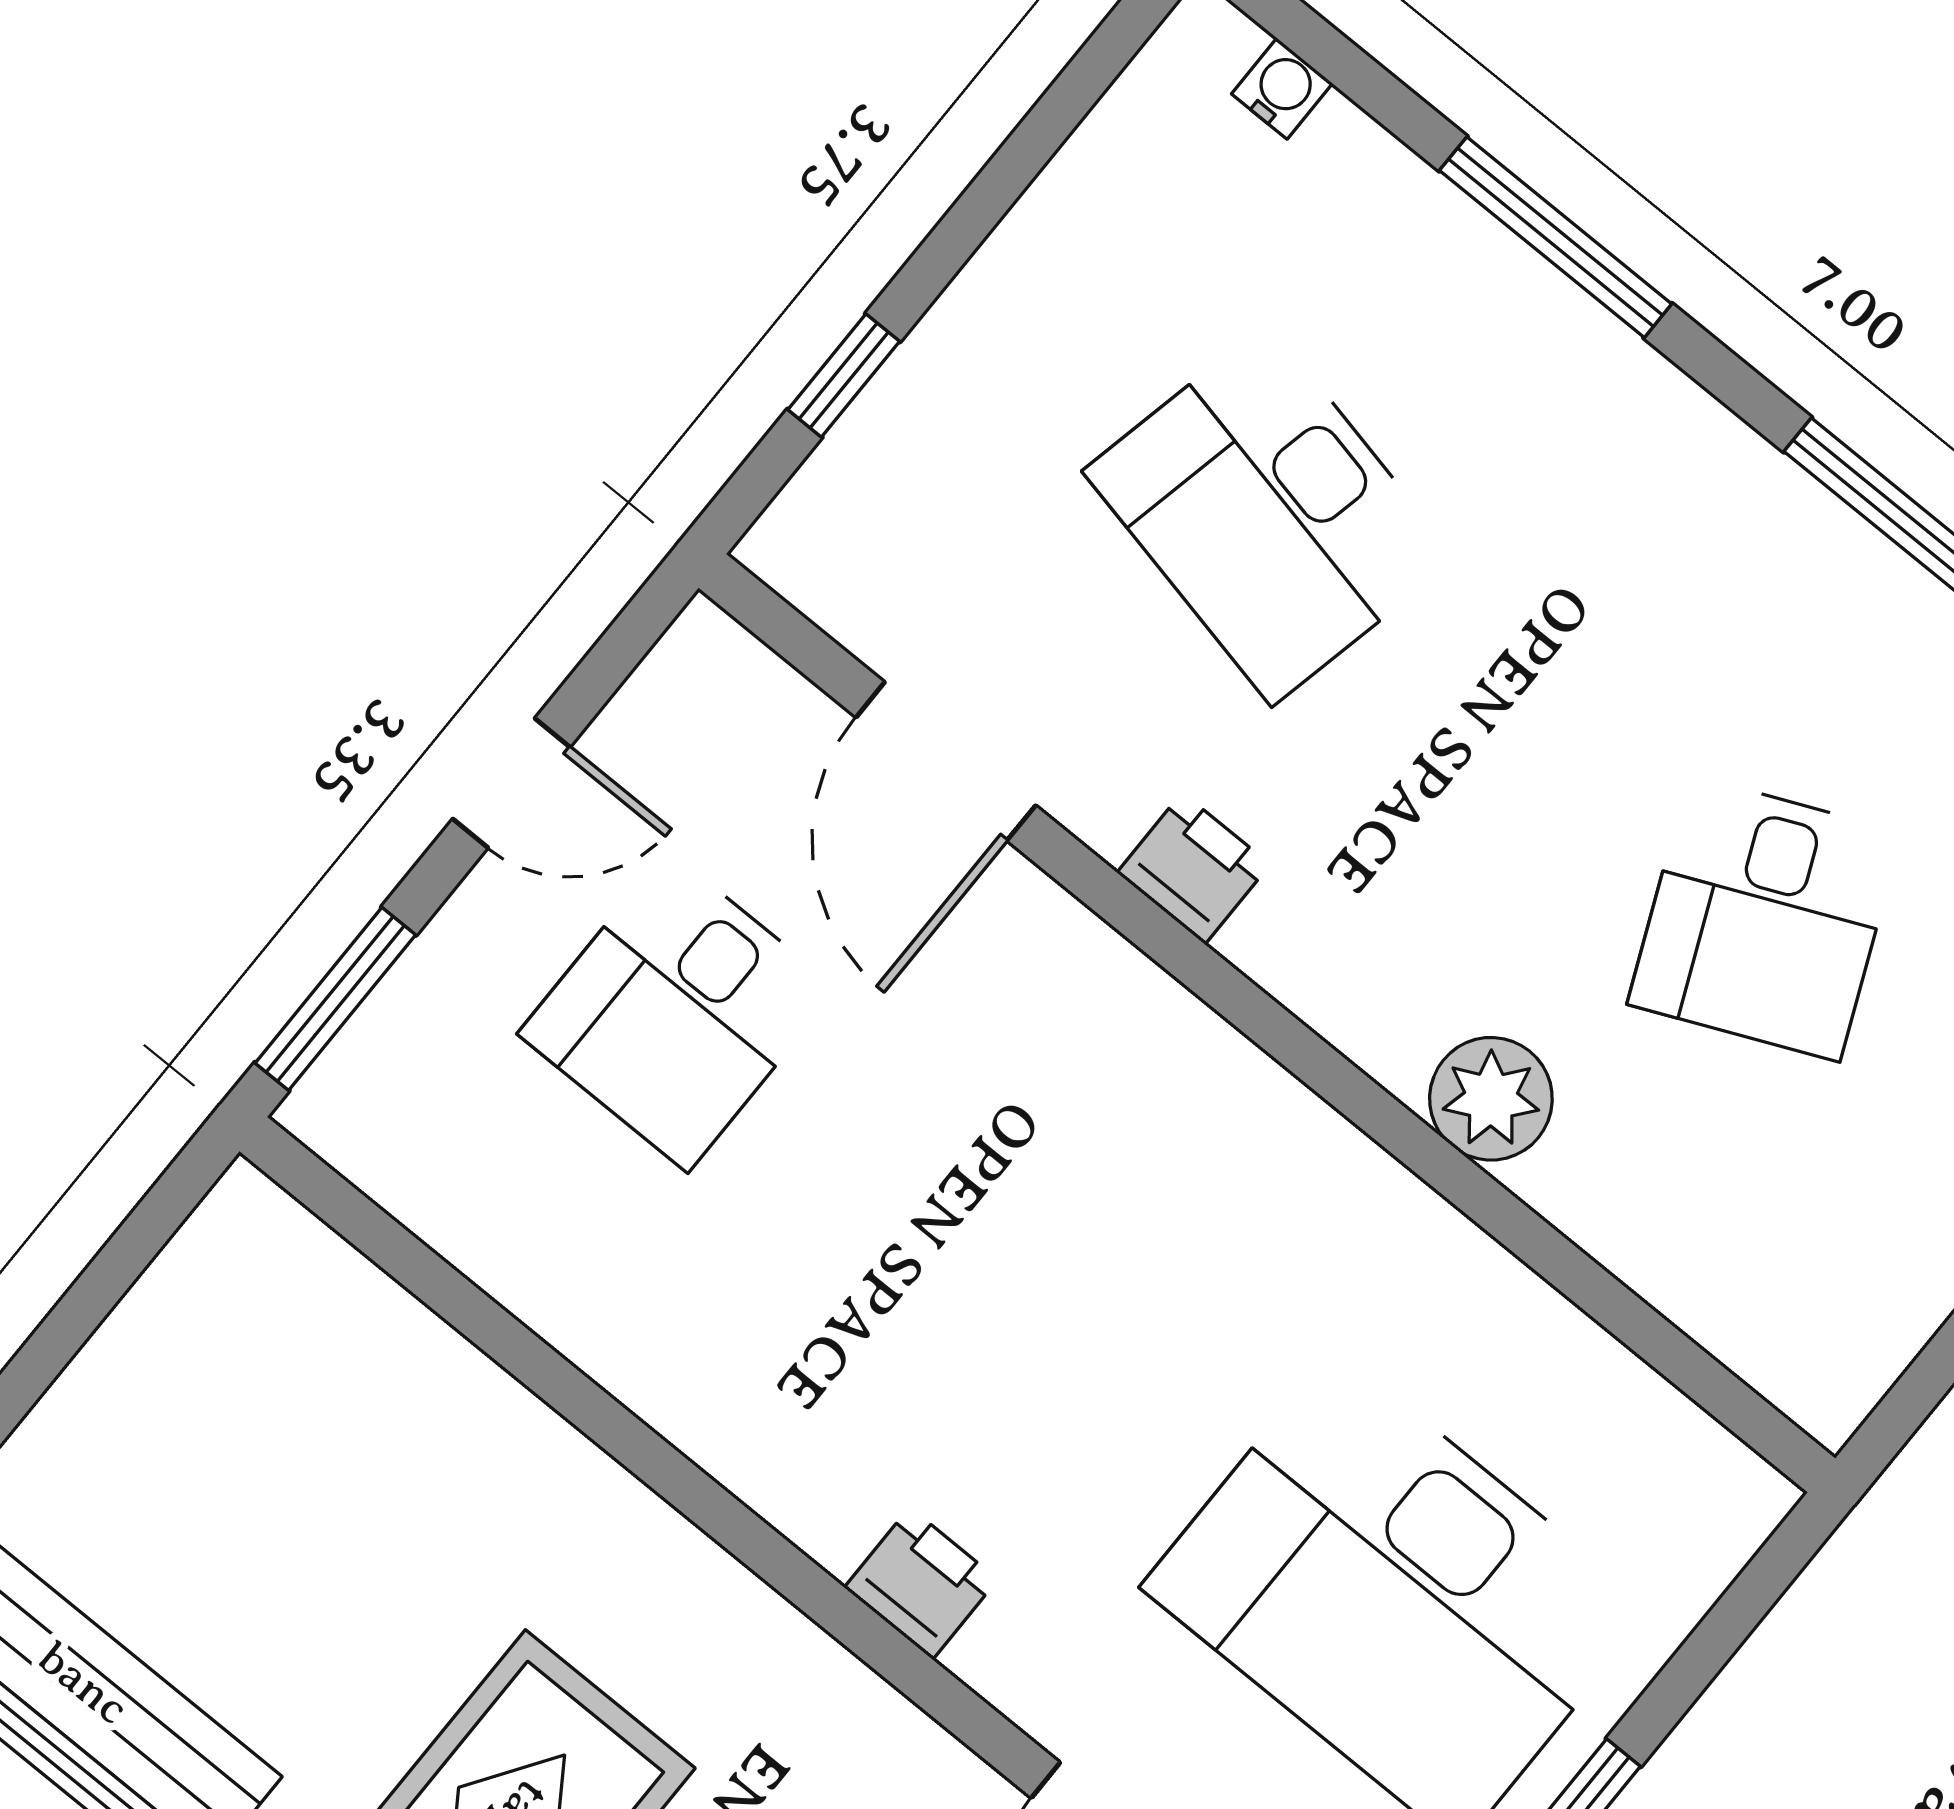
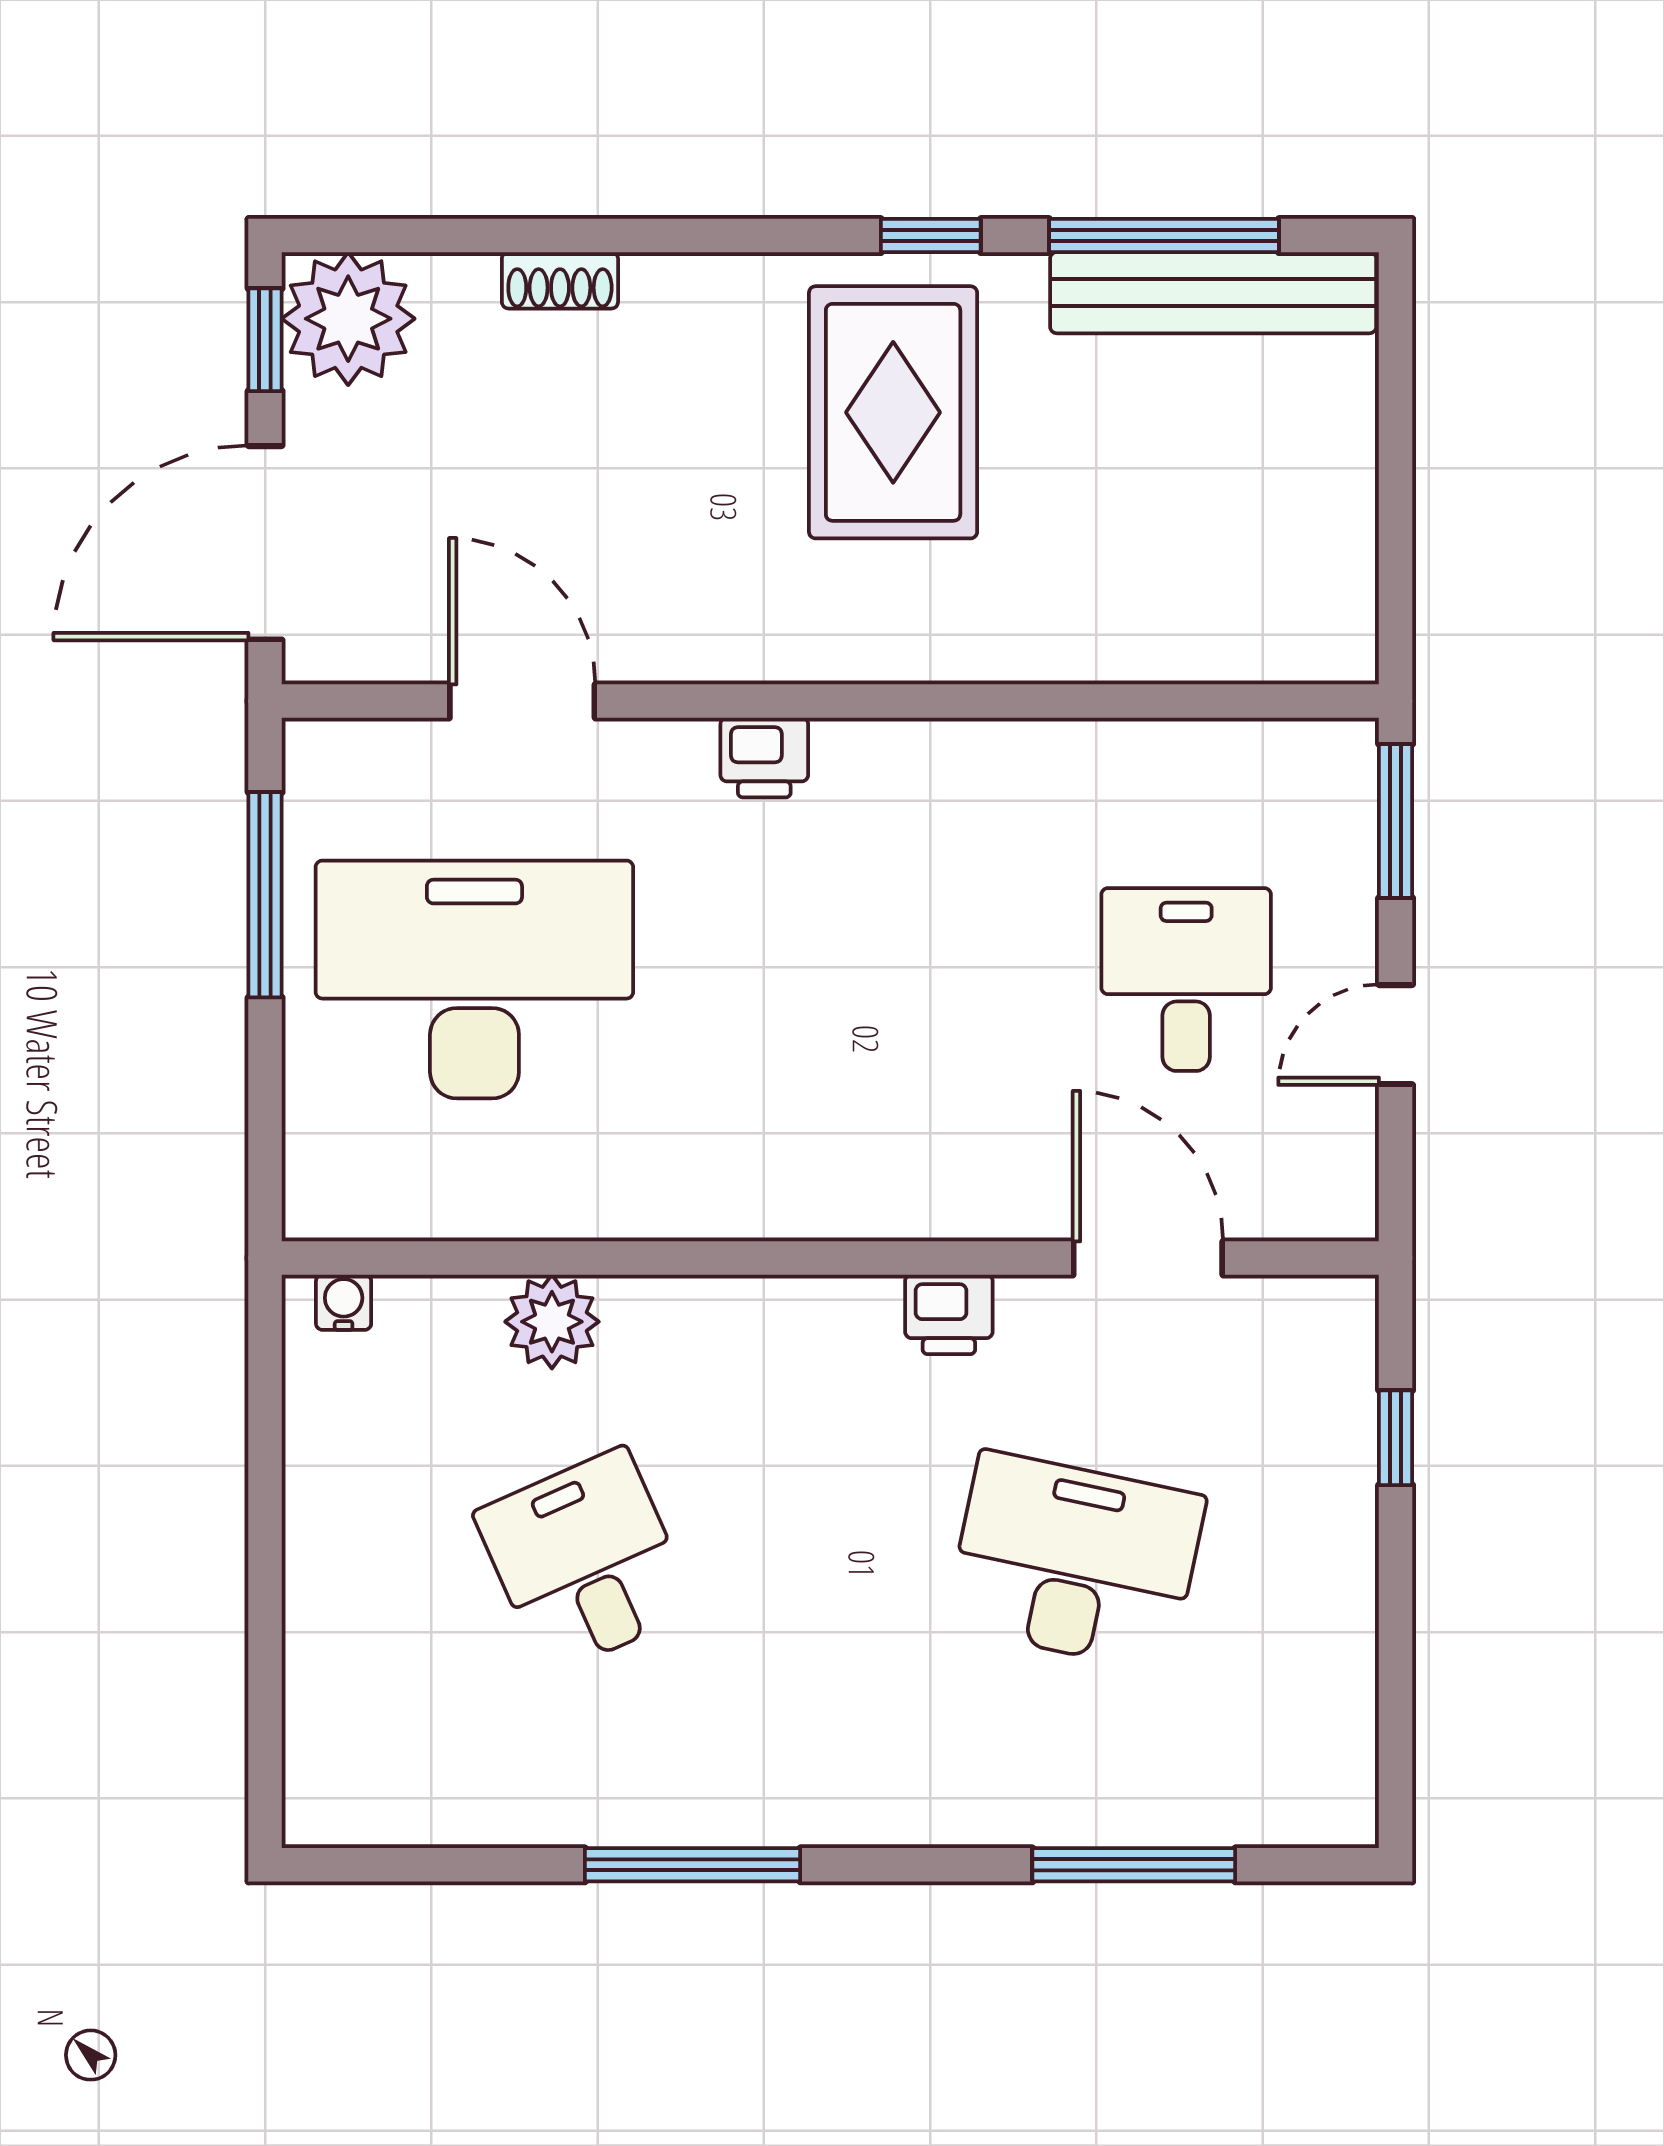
water cooler: (1282, 89) -> (344, 1302), moved, turned 180
window: (1556, 237) -> (1134, 1865), moved
plant: (1491, 1099) -> (552, 1322), moved

